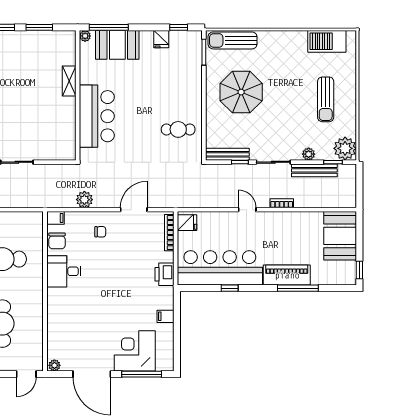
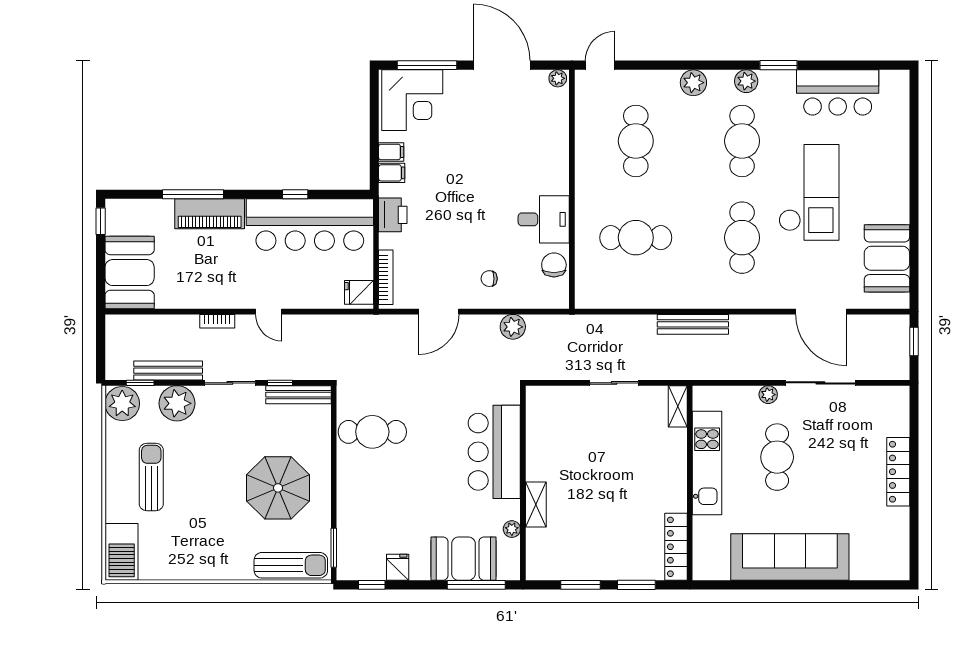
plant: (85, 36) -> (512, 529), moved
barbecue: (327, 41) -> (122, 552), moved, turned 90
cafe table: (178, 129) -> (372, 432), width x1.37, depth x1.35
plant: (309, 154) -> (177, 403), width x1.88, depth x1.88
filing cabinet: (55, 218) -> (392, 173), moved, turned 180
corner desk: (135, 351) -> (412, 100), moved

